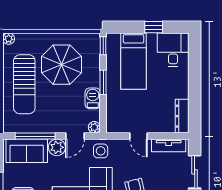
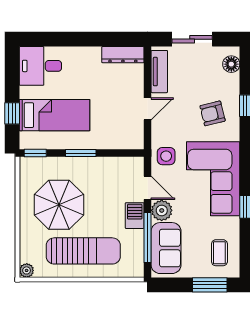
window: (154, 27) -> (12, 113), moved
barbecue: (93, 98) -> (135, 216), moved, turned 90
plant: (94, 127) -> (137, 164), removed

